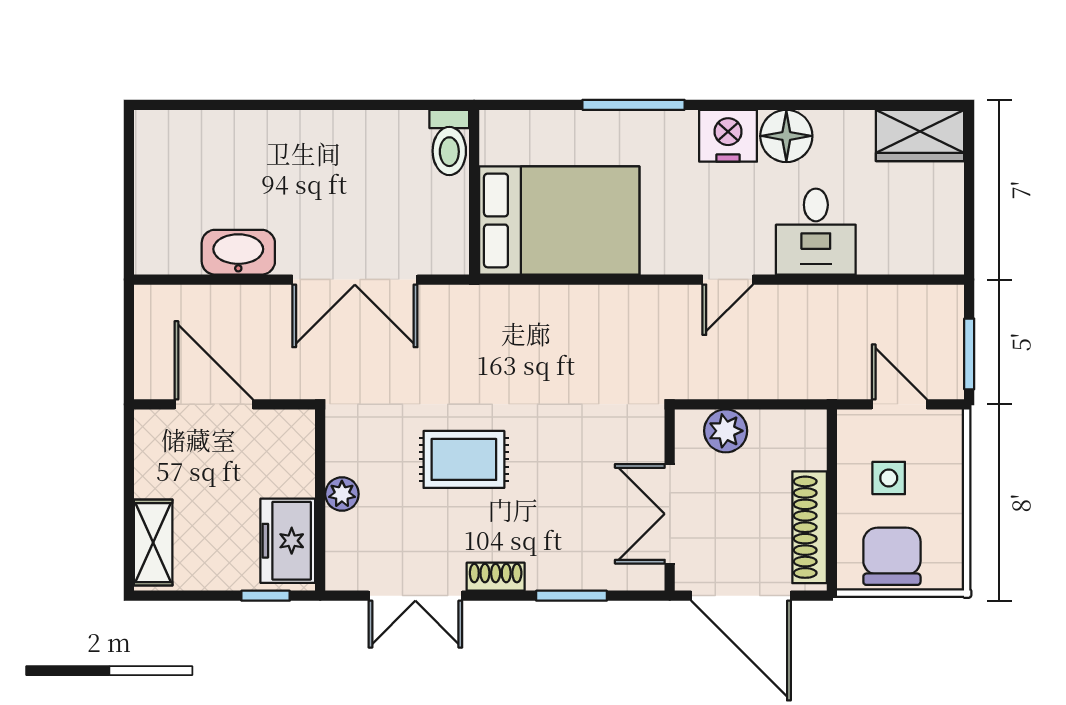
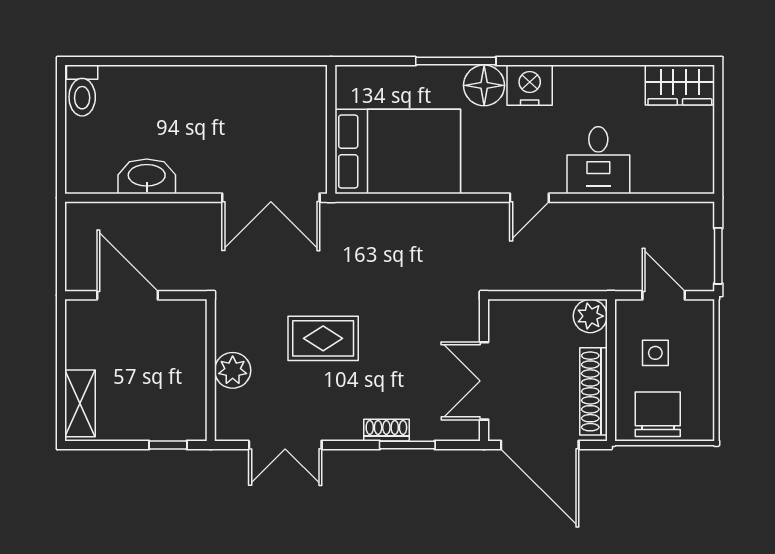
floor lamp: (786, 136) -> (484, 85), moved
toilet: (449, 142) -> (82, 91), moved
double door: (355, 280) -> (271, 198), moved
plant: (726, 431) -> (590, 316), moved
plant: (342, 494) -> (233, 370), width x1.38, depth x1.38
freezer: (288, 541) -> (185, 402), removed
shoe rack: (496, 577) -> (386, 430), moved

